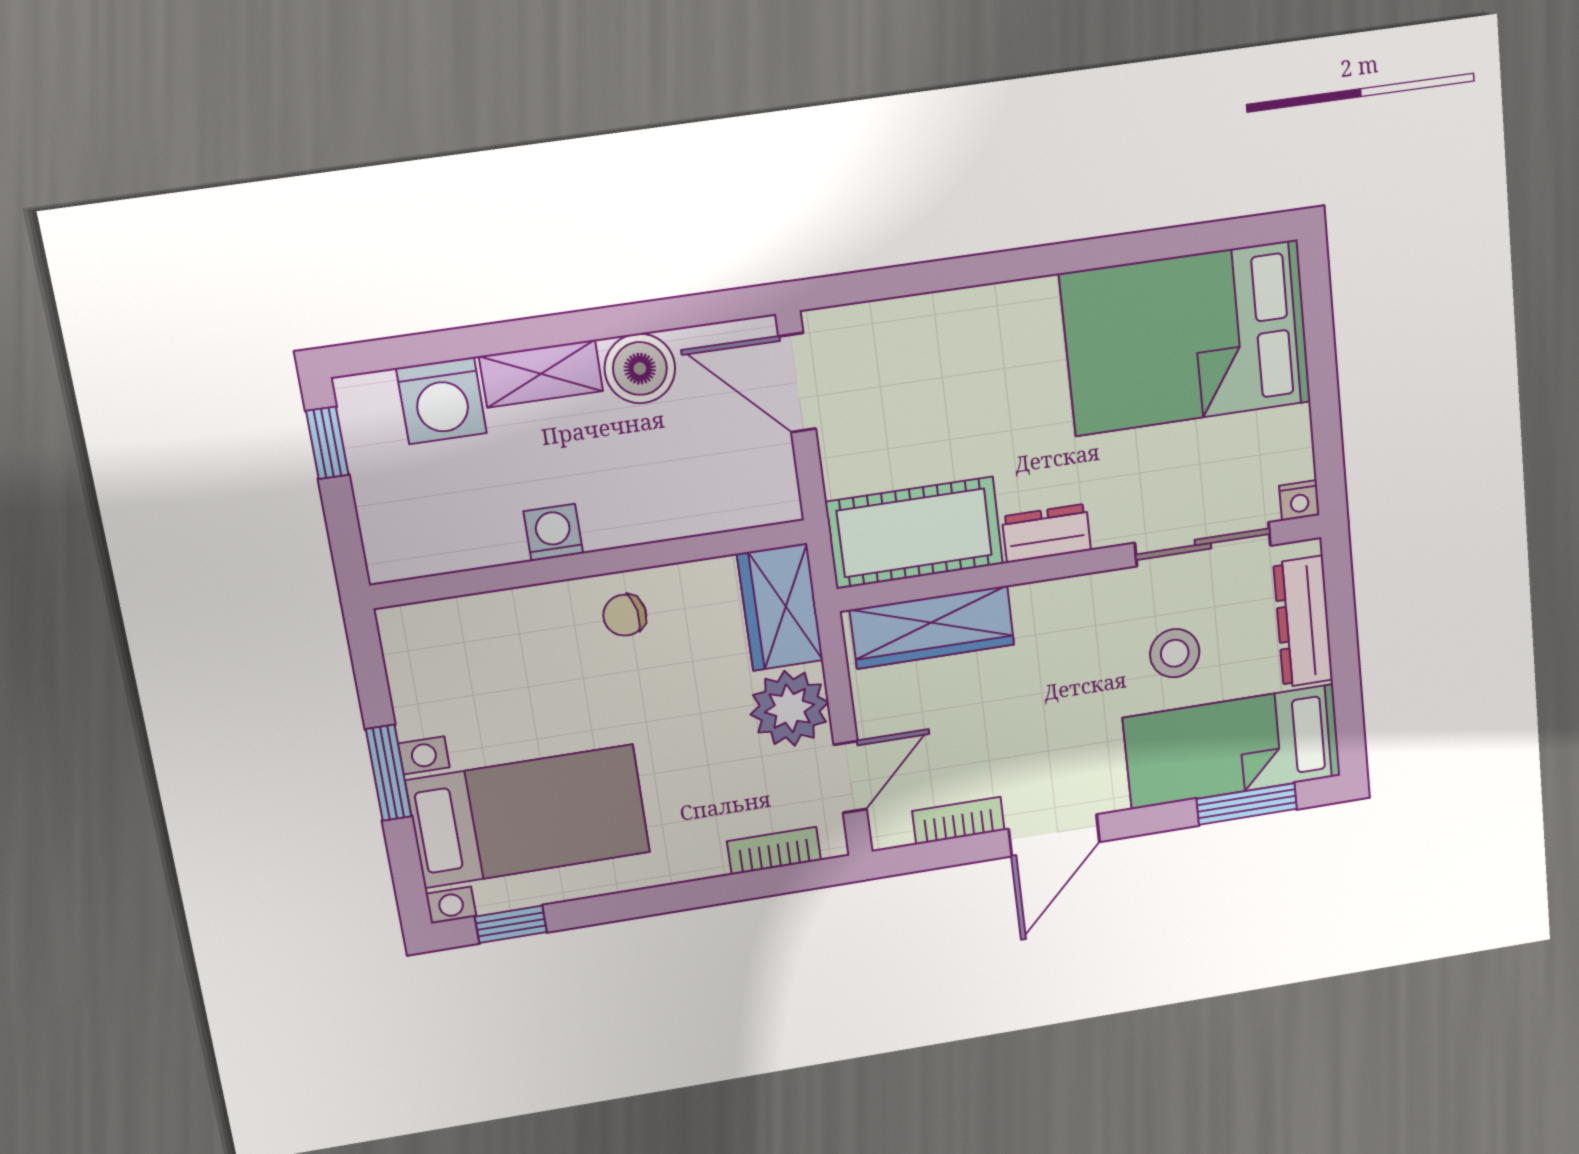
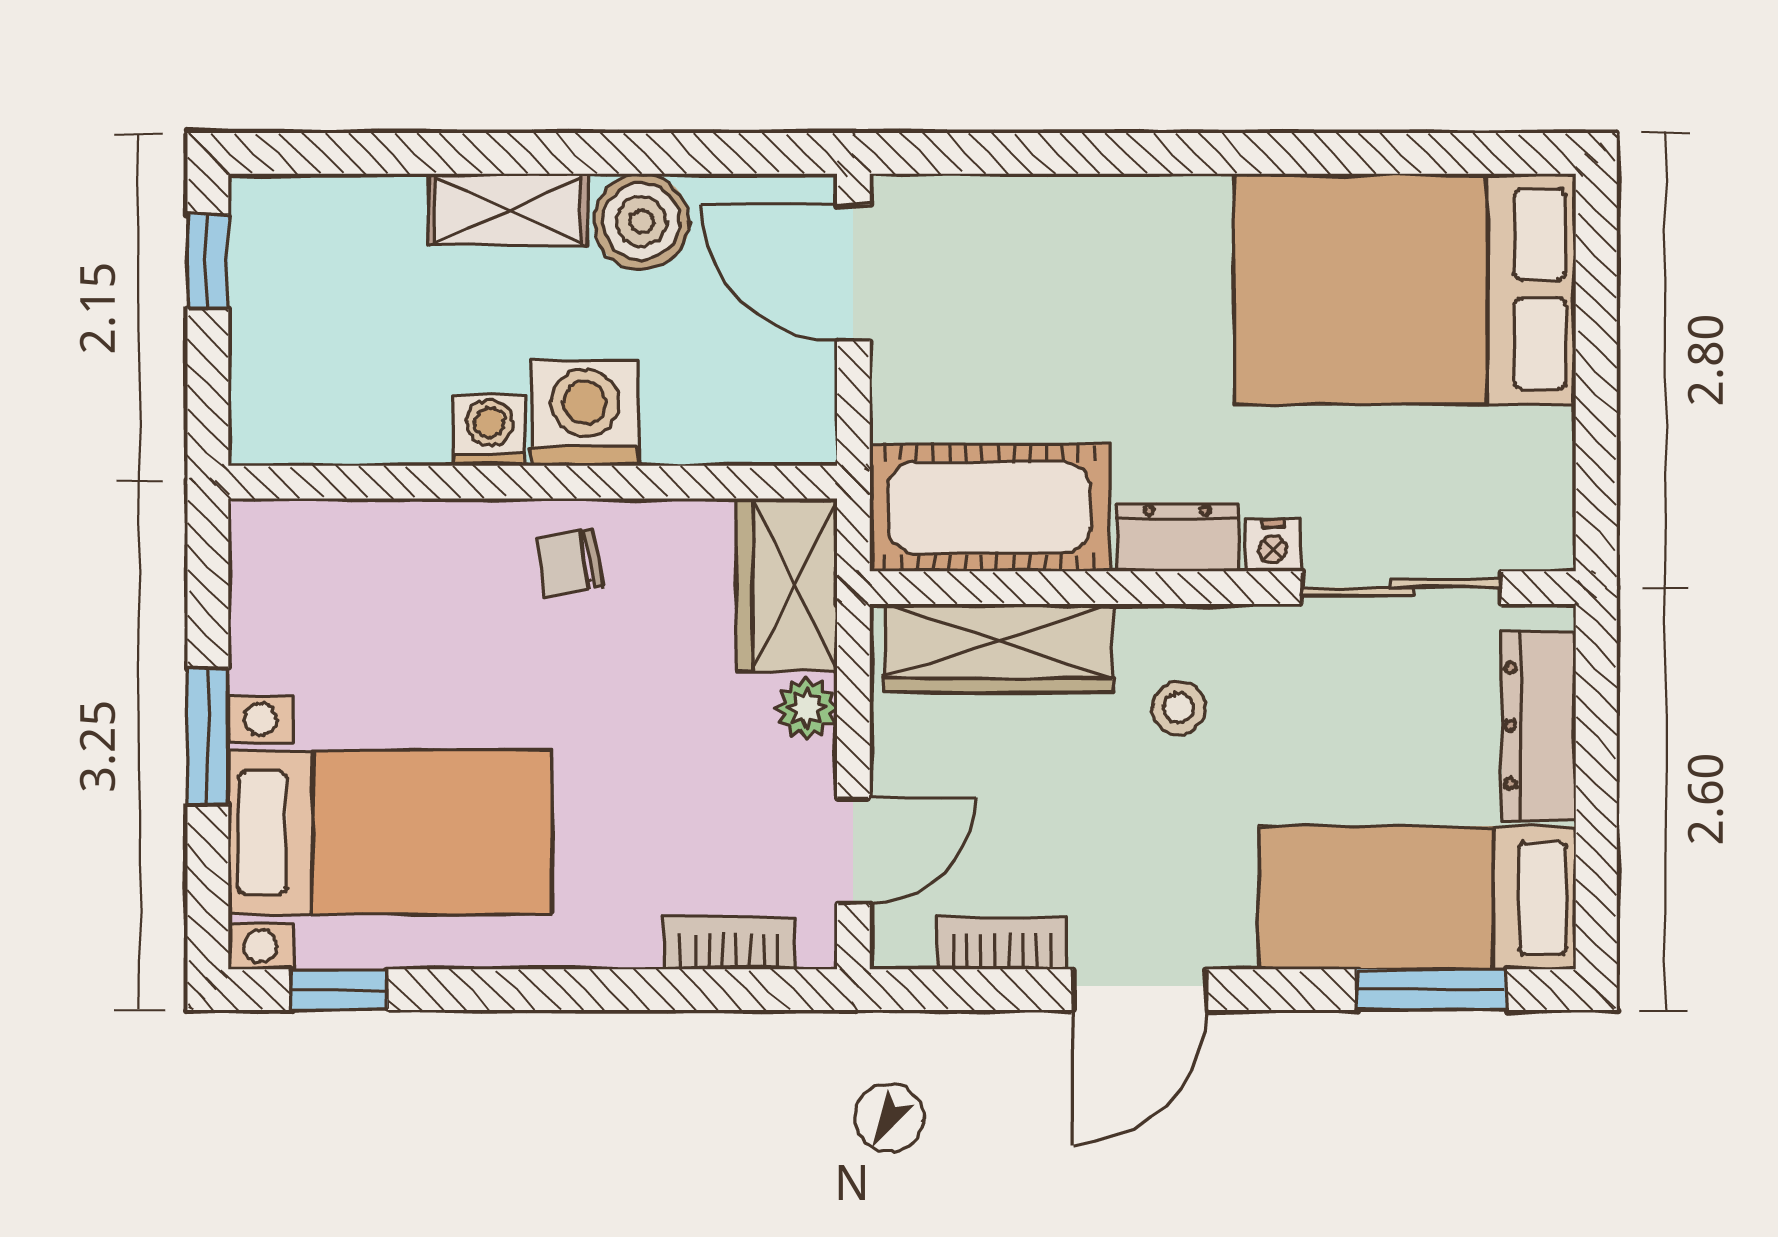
washing machine: (442, 401) -> (585, 413), moved, turned 180
nightstand: (1299, 500) -> (1273, 545), moved
stool: (1175, 653) -> (1179, 708), moved, width x0.73, depth x0.73
plant: (790, 708) -> (807, 708), width x0.53, depth x0.53

